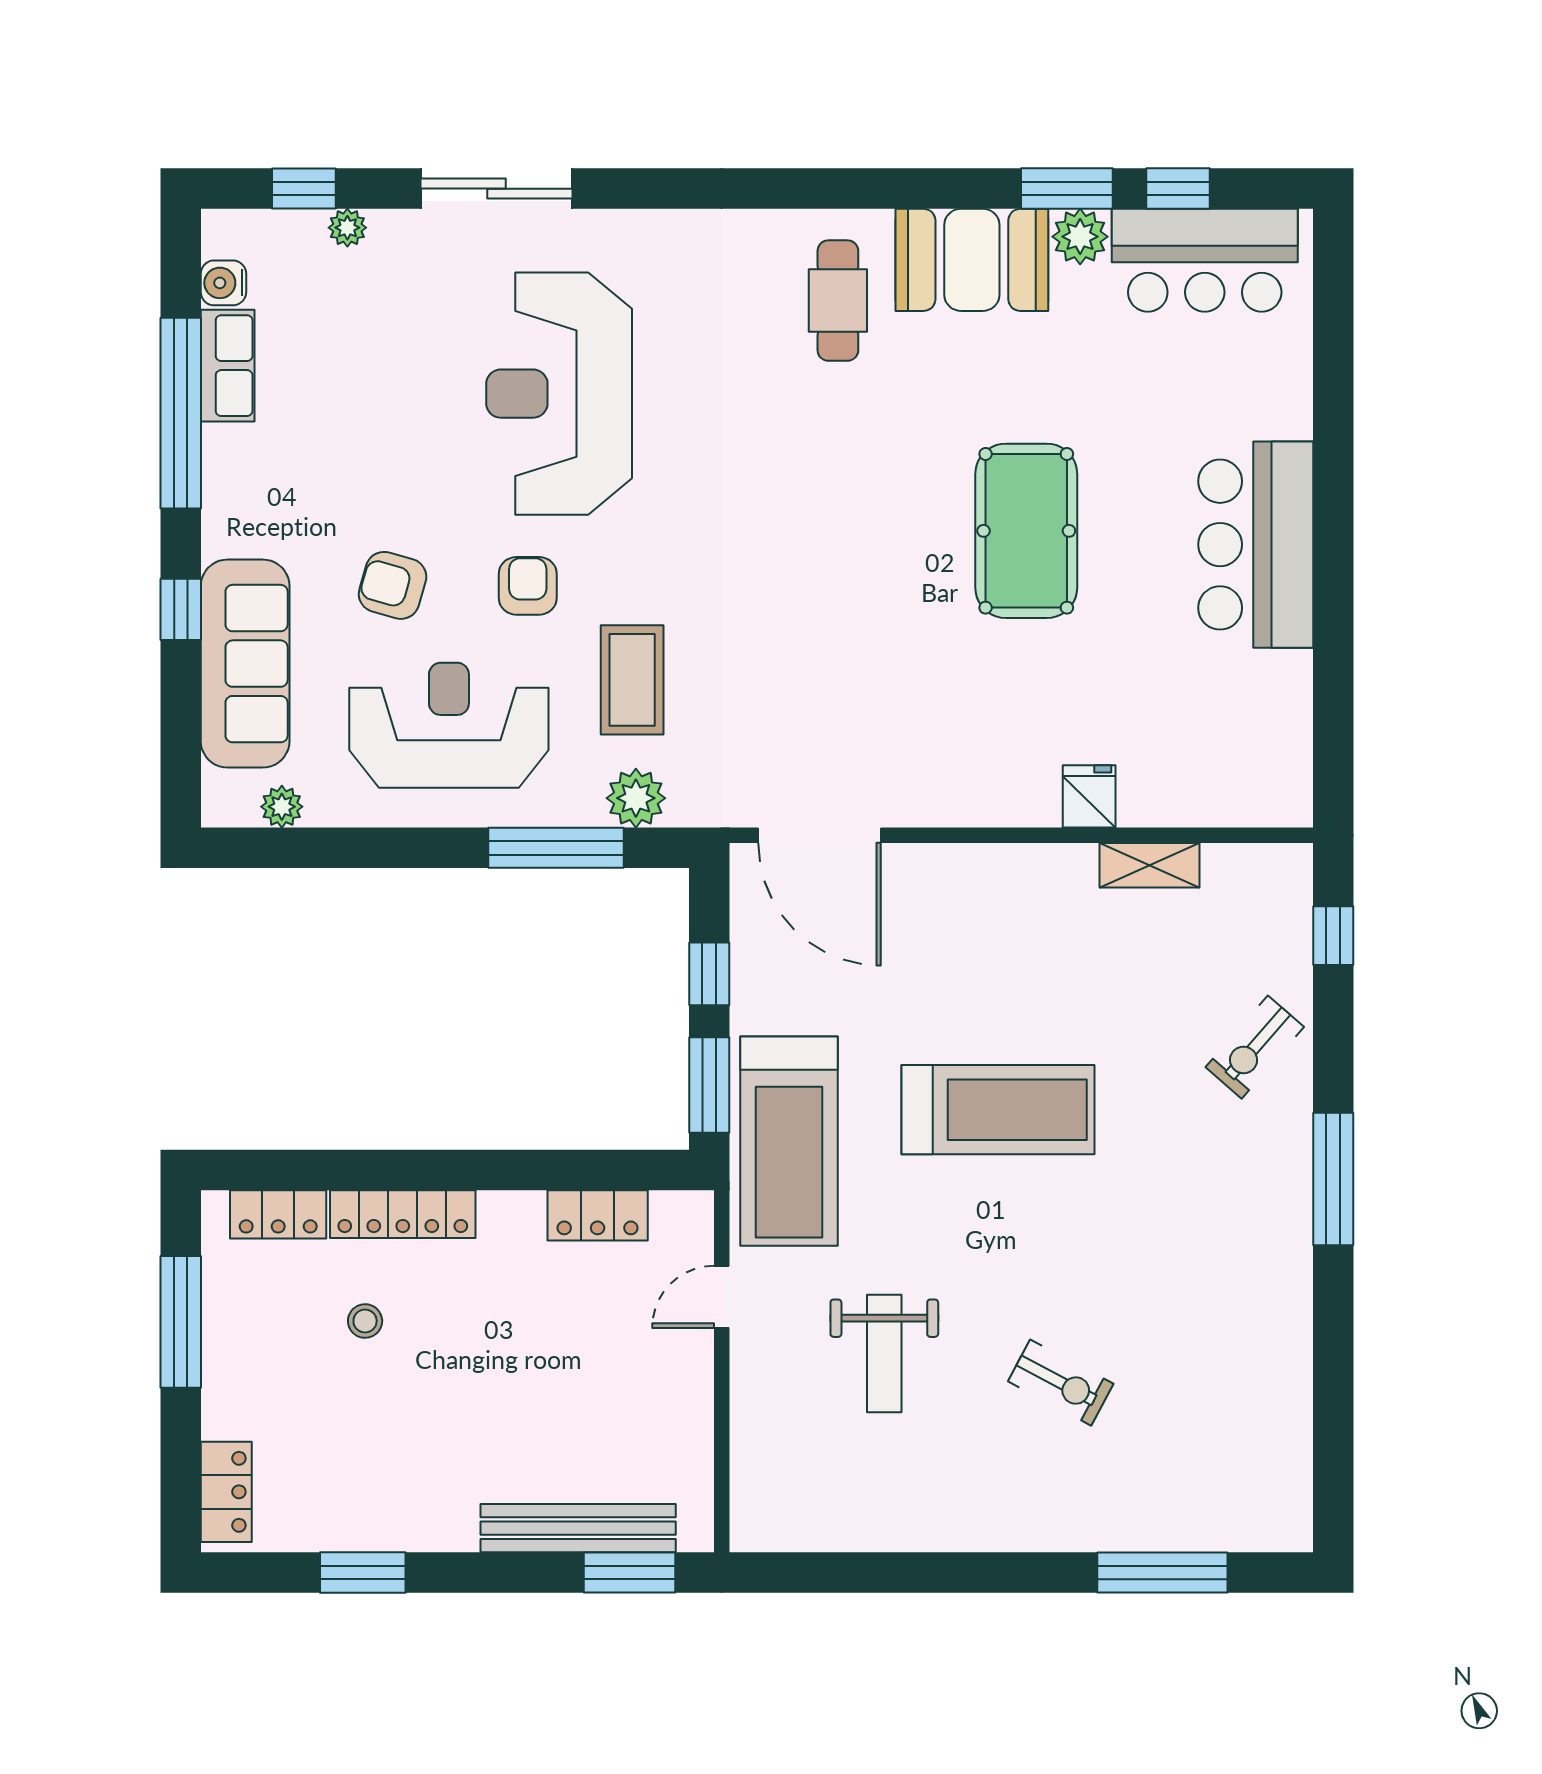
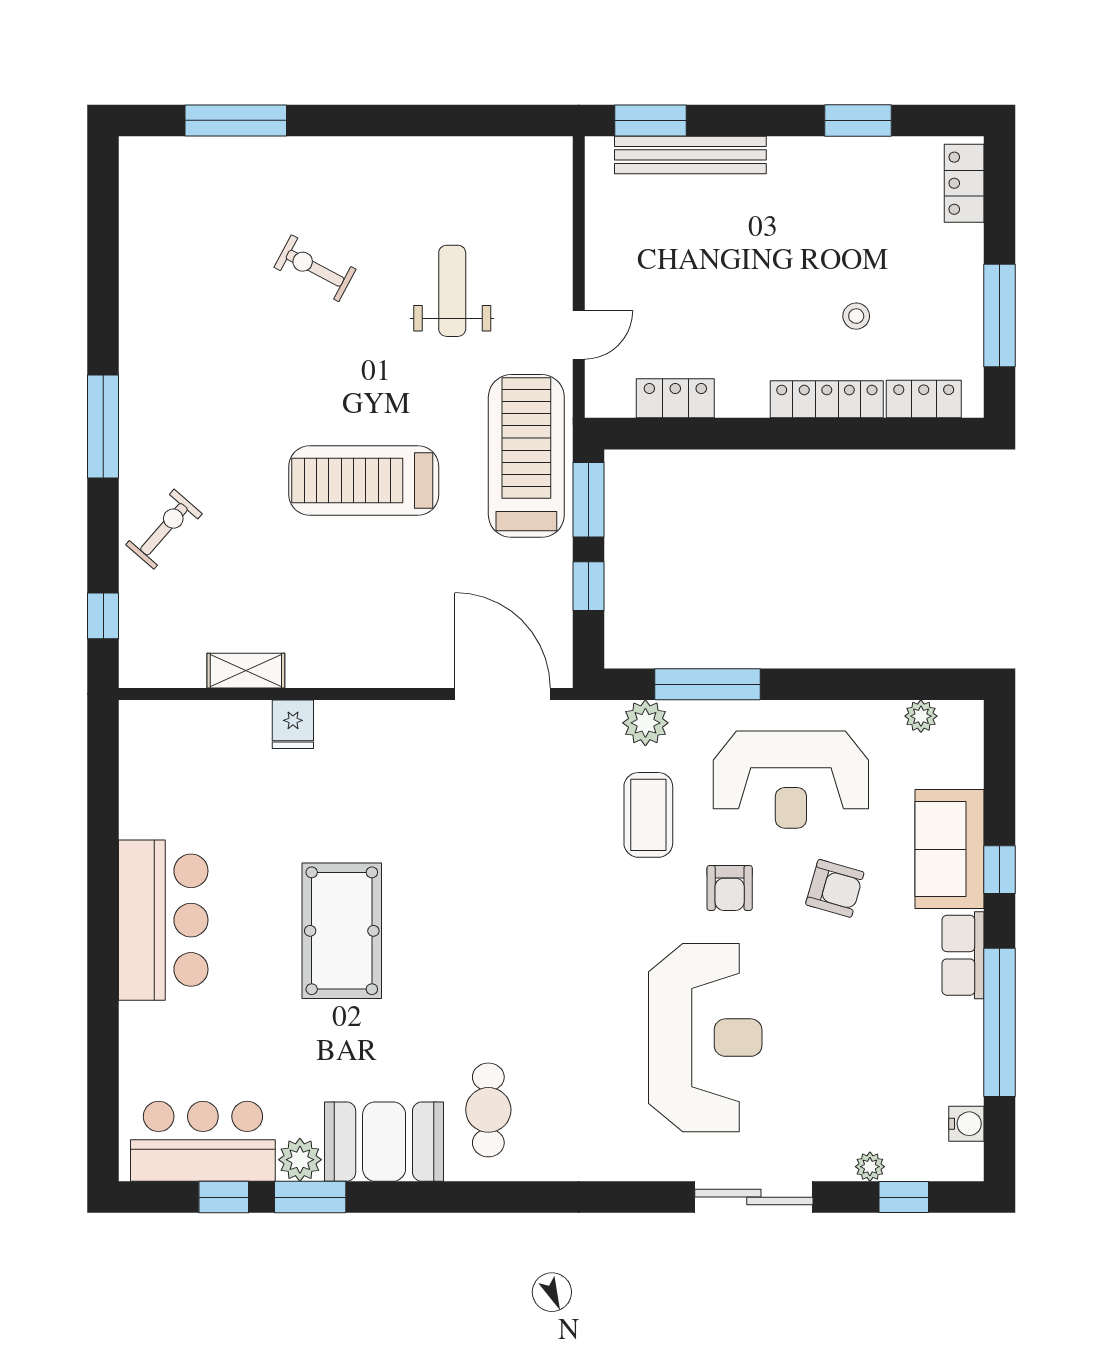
row of seats: (228, 366) -> (963, 955), moved
sofa: (245, 664) -> (949, 849), width x0.73

